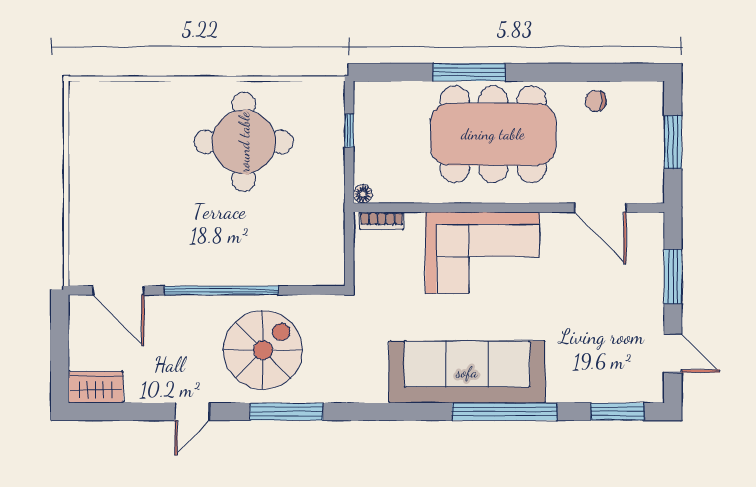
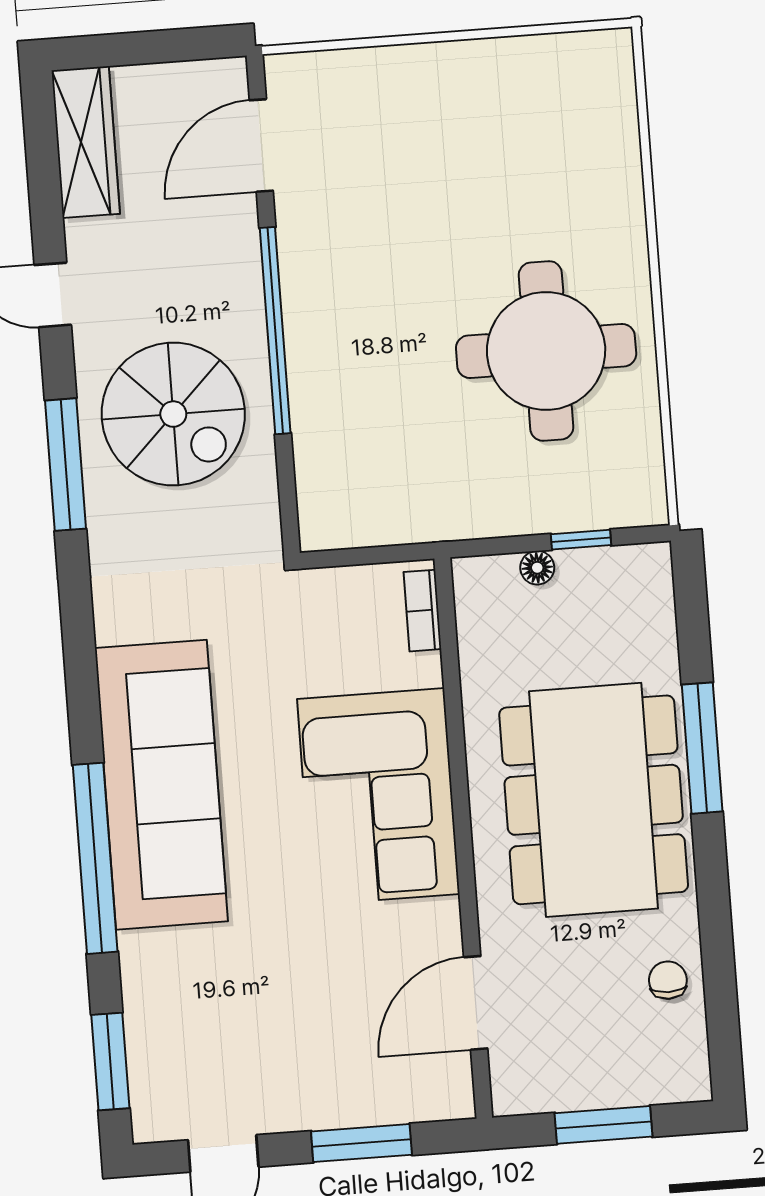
floor lamp: (363, 194) -> (537, 568), moved
wardrobe: (96, 387) -> (86, 142), width x1.50

